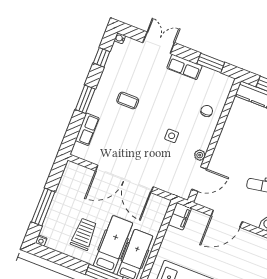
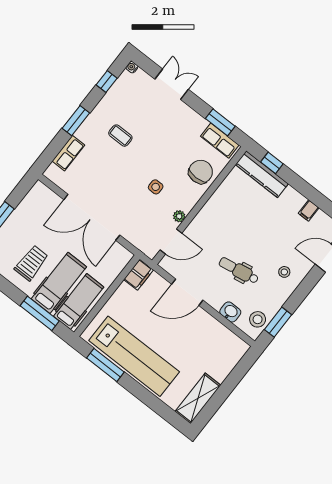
row of seats: (184, 67) -> (220, 141), moved
chair: (207, 111) -> (201, 172), width x1.87, depth x1.87

